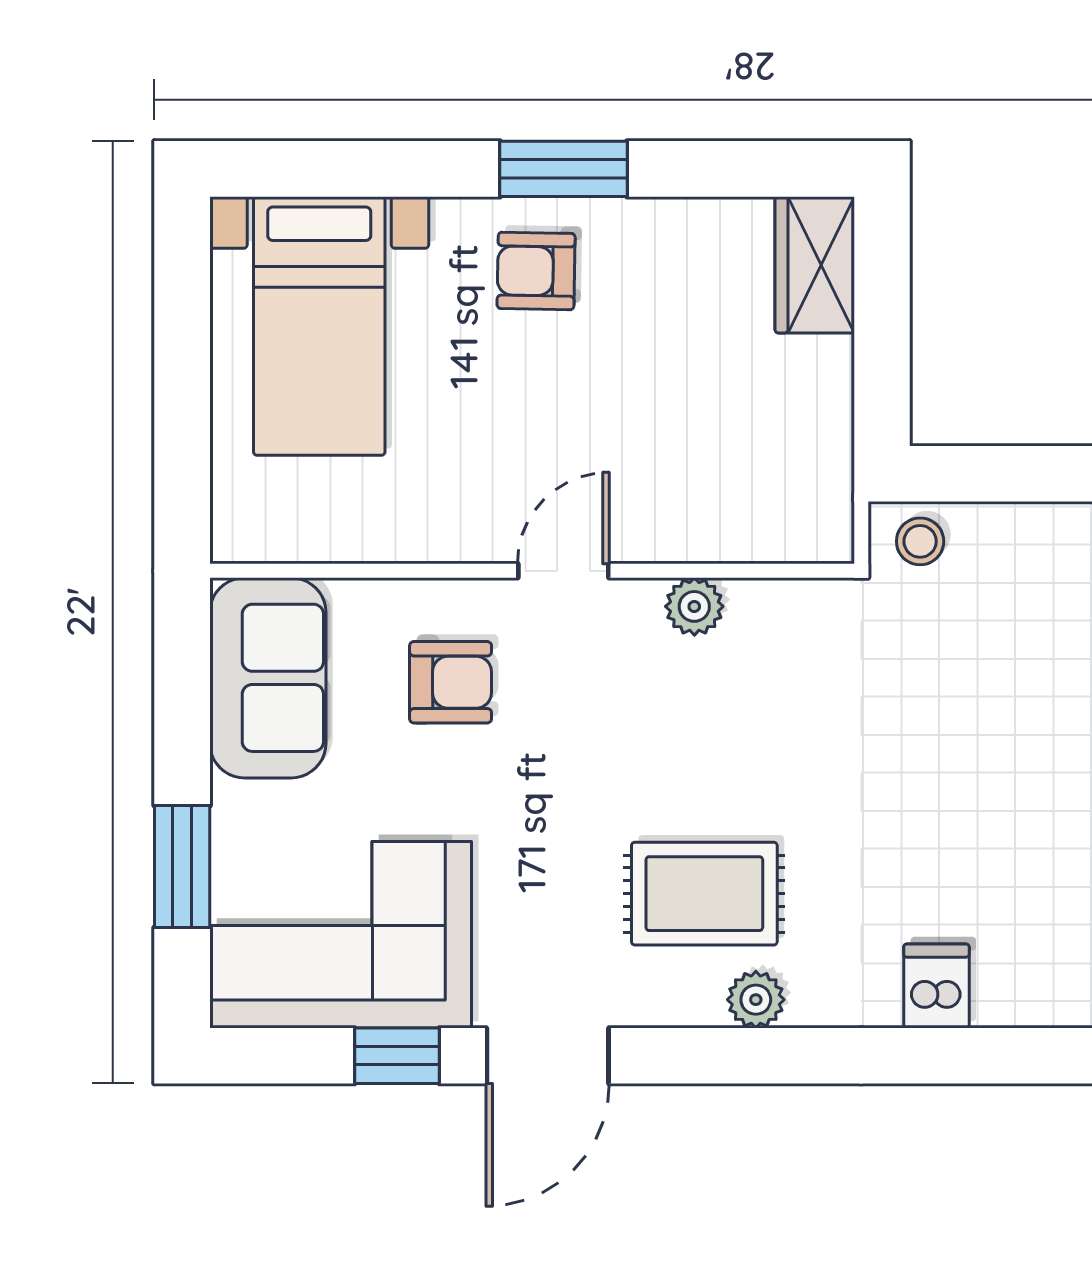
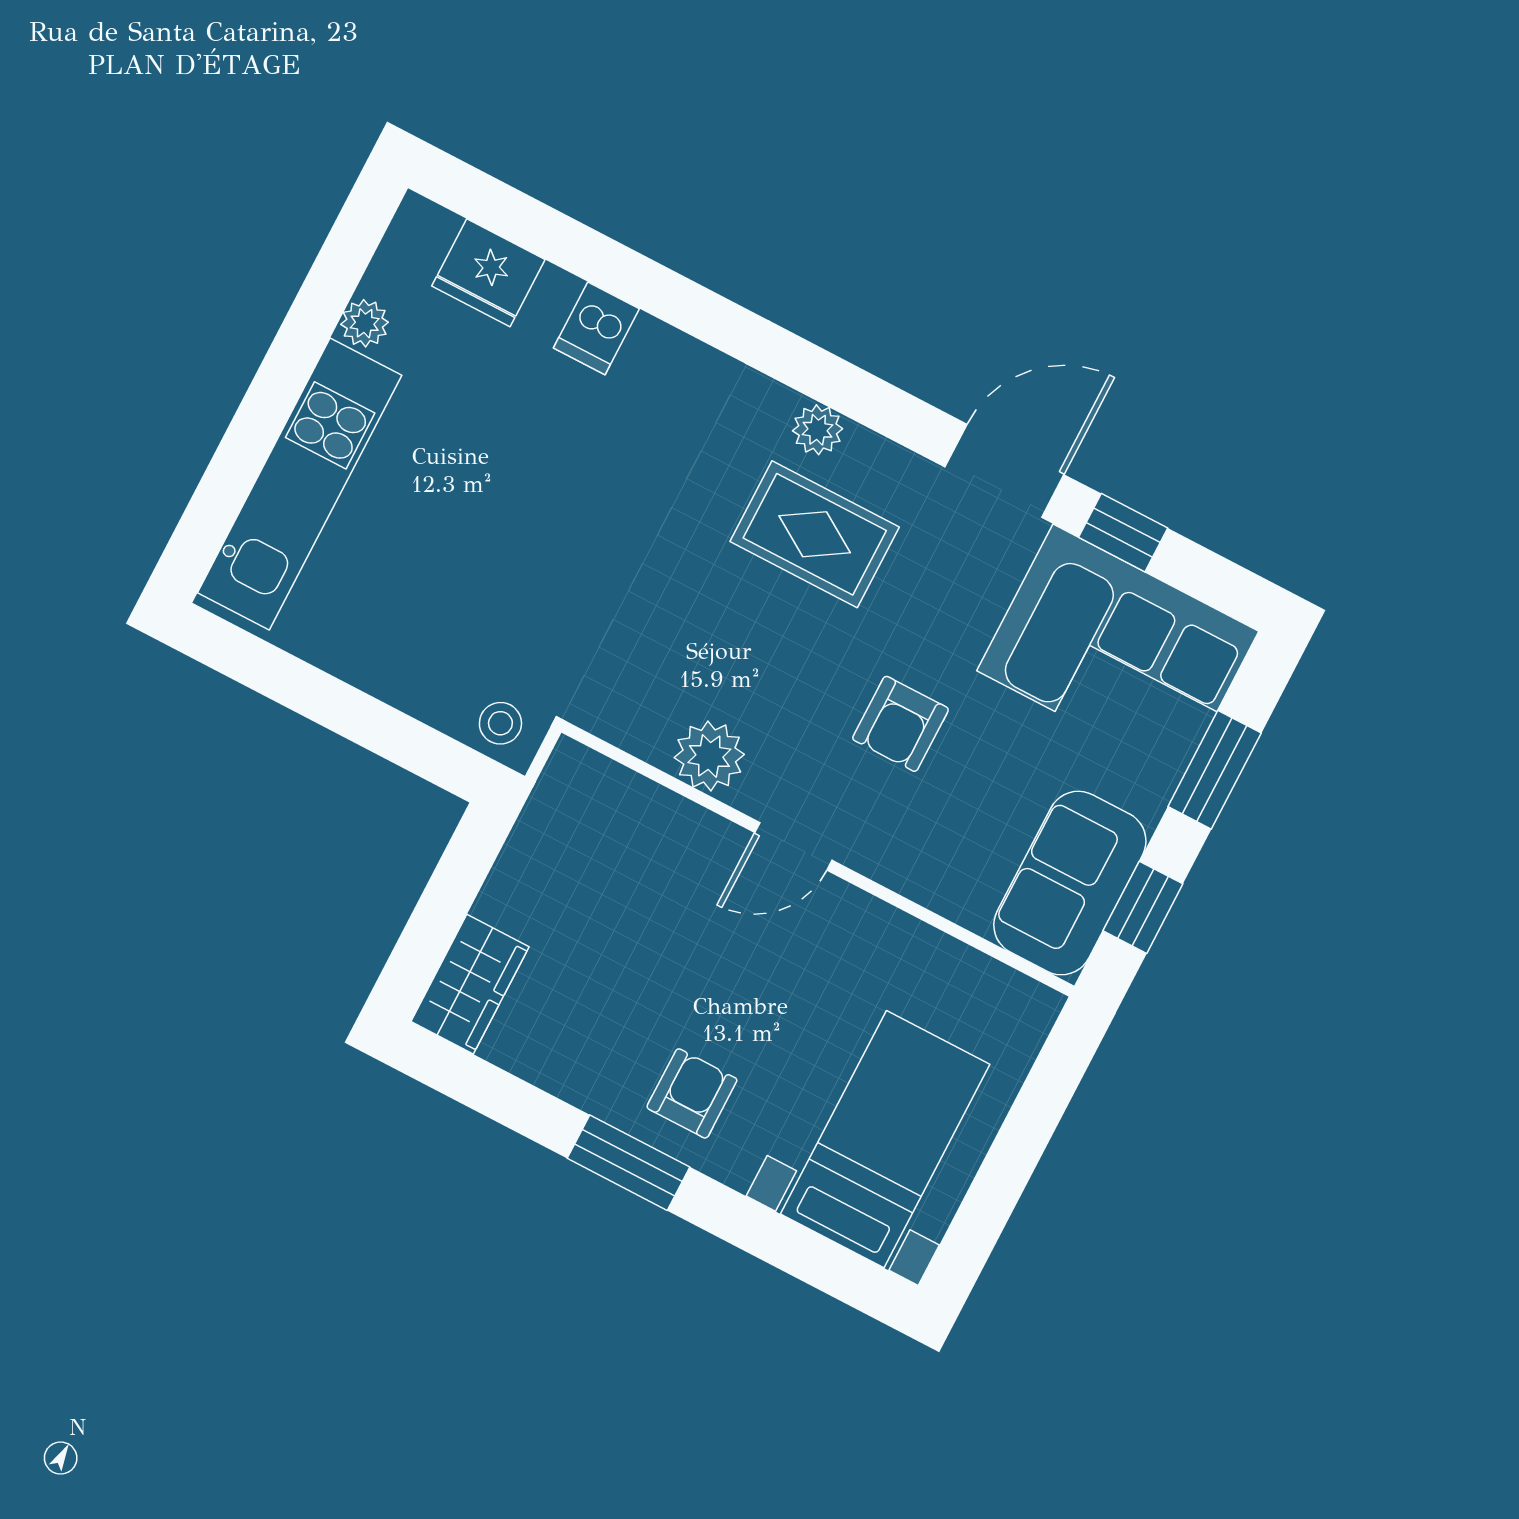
armchair: (536, 271) -> (692, 1093), turned -91
plant: (694, 606) -> (709, 756), width x1.38, depth x1.38
armchair: (451, 682) -> (900, 724), moved, turned -90
window: (182, 692) -> (1143, 907), added
dishwasher: (936, 986) -> (596, 328), moved

